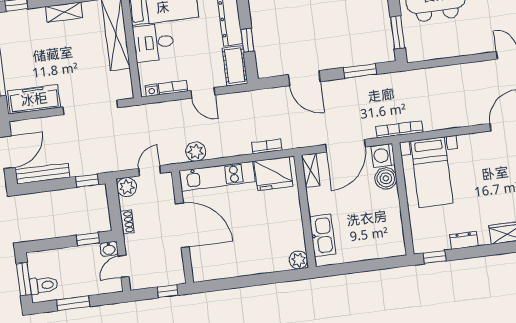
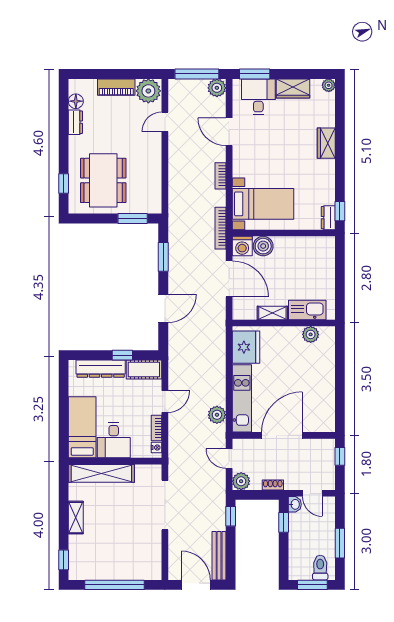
freezer: (34, 99) -> (151, 555), removed
bookcase: (267, 146) -> (221, 176), moved
shelving: (311, 170) -> (272, 313), moved
dresser: (464, 240) -> (328, 218), moved
plant: (298, 260) -> (311, 334), moved

